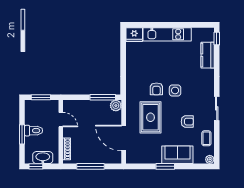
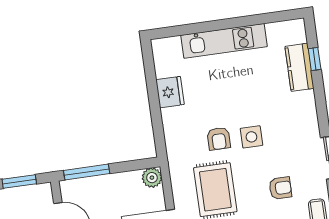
fridge: (134, 35) -> (170, 92), moved, turned -90
window: (217, 38) -> (315, 59), moved
window: (103, 97) -> (87, 172), moved

